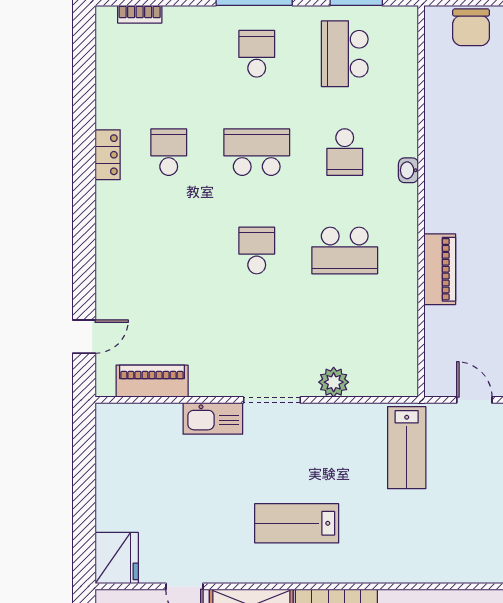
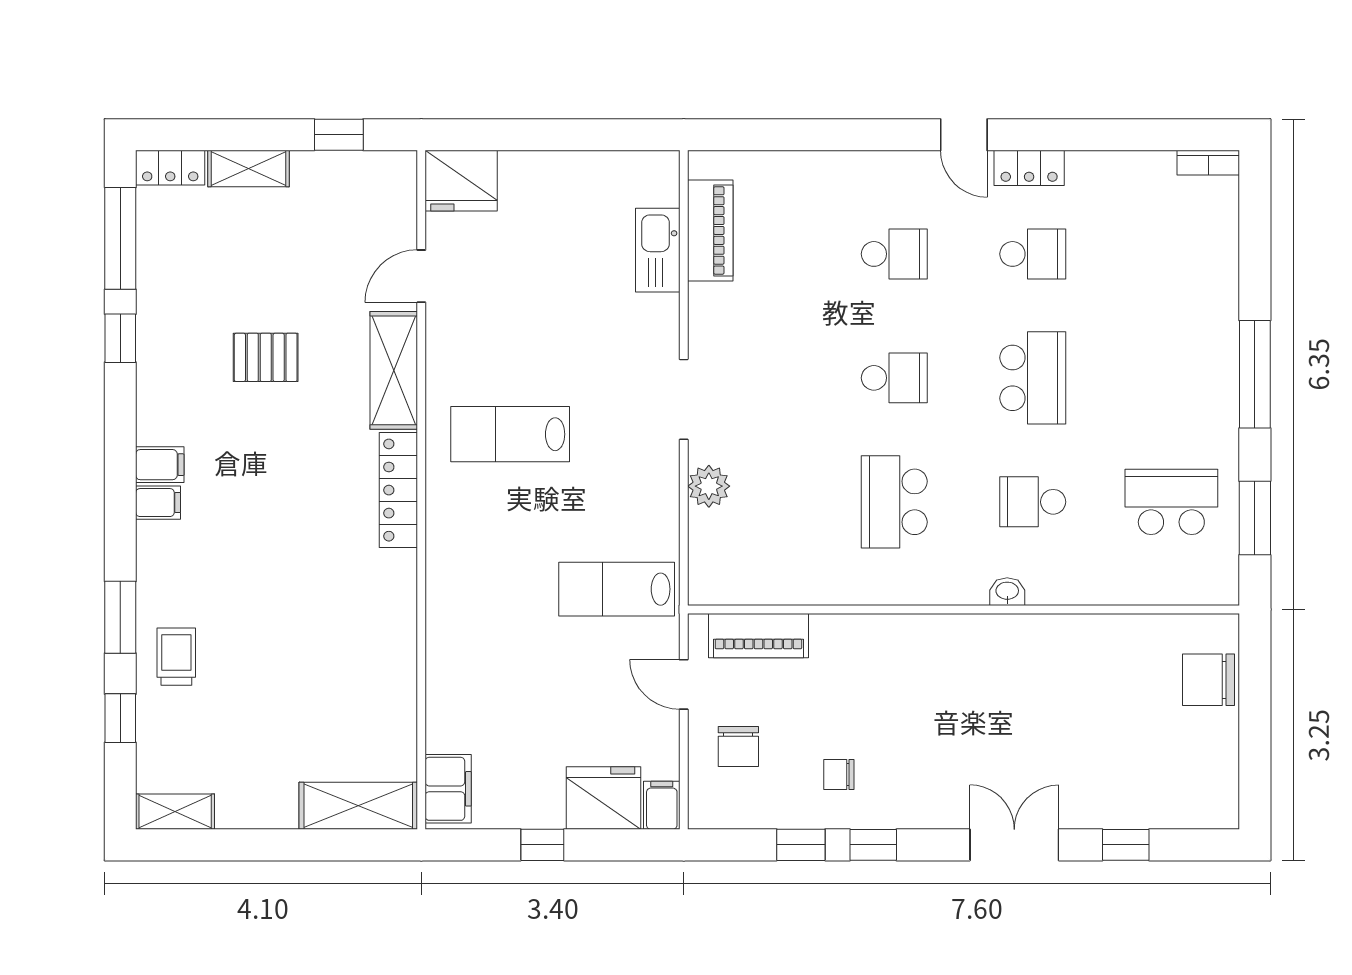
bookcase: (140, 14) -> (1208, 163), moved, turned -90
school desk: (257, 54) -> (894, 254), moved
piano: (440, 269) -> (758, 636), moved
door: (84, 337) -> (964, 135), moved
door: (474, 400) -> (684, 684), swing flipped
kitchen sink: (213, 418) -> (658, 250), moved
lab bench: (297, 523) -> (510, 434), turned -90

